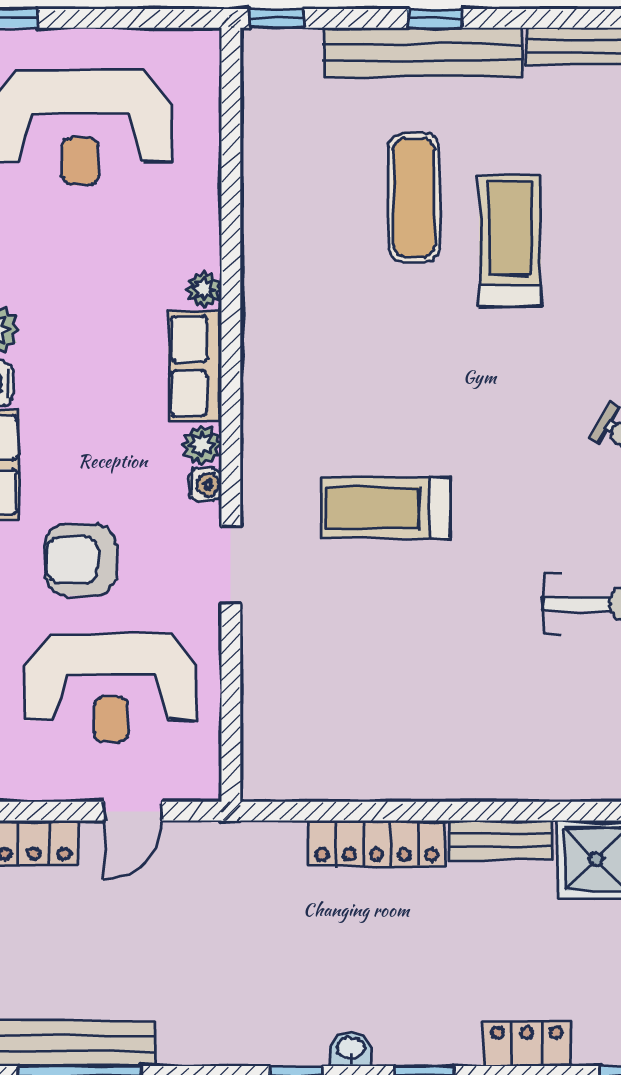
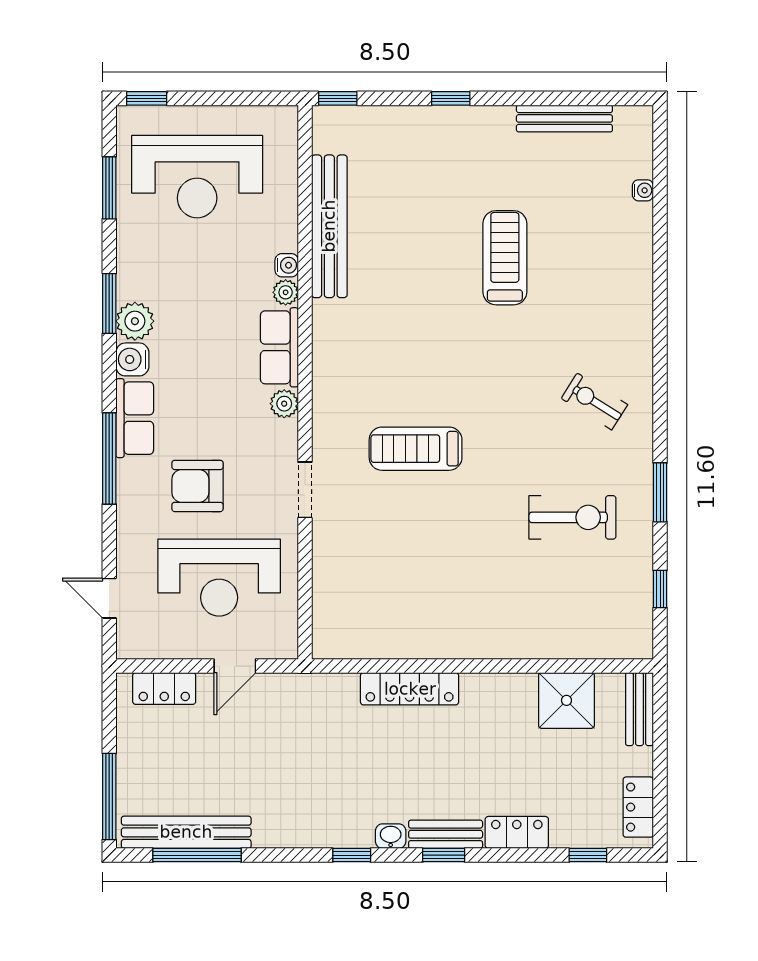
bench: (423, 52) -> (329, 226), moved, turned 90
exercise mat: (414, 198) -> (436, 227), removed
water cooler: (205, 485) -> (287, 265), moved
bench: (501, 840) -> (446, 834), moved

